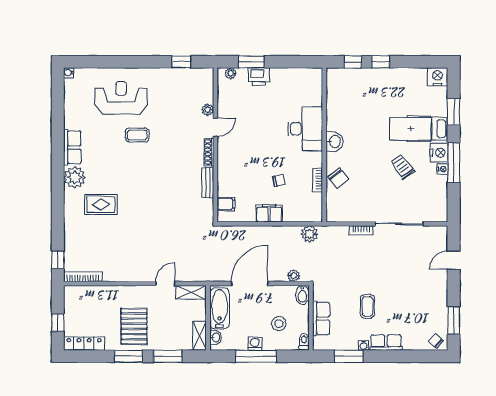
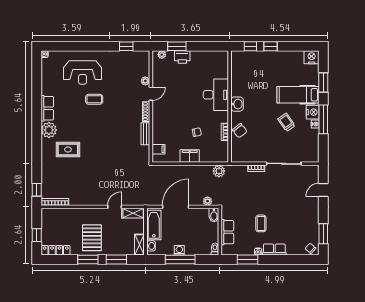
reception desk: (121, 98) -> (83, 72), turned 180
stool: (279, 324) -> (197, 236), removed

